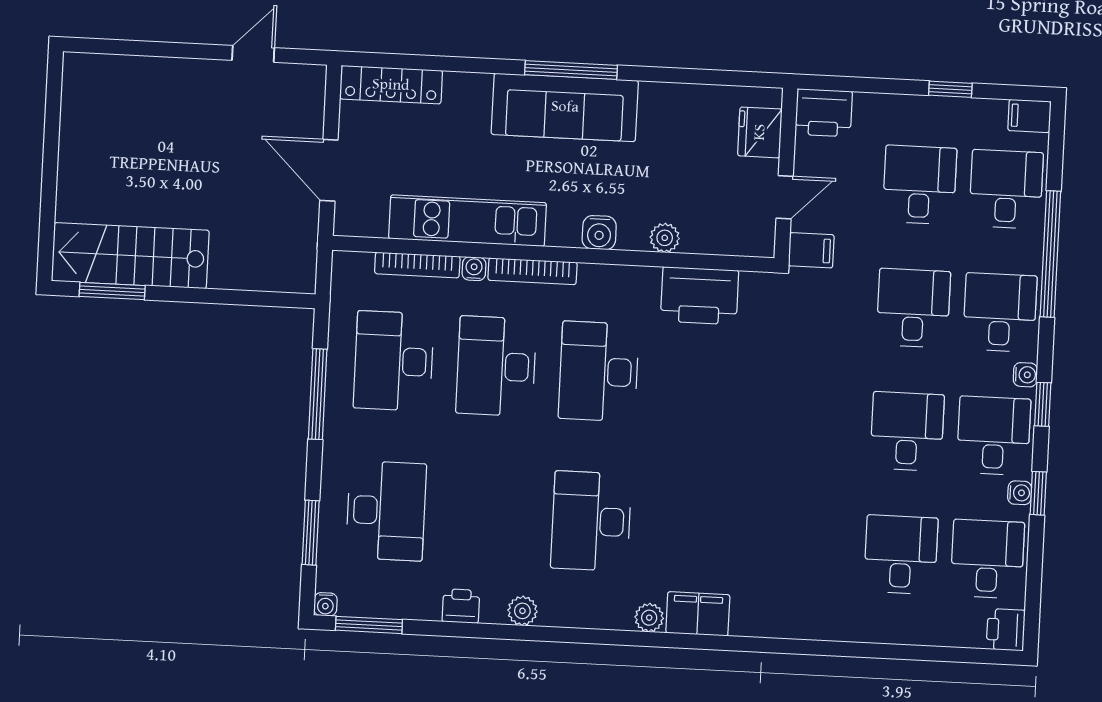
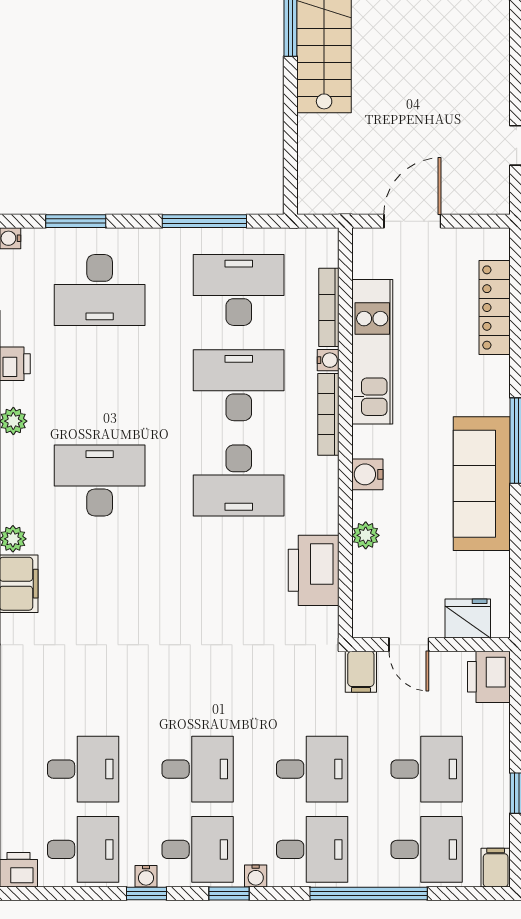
locker: (391, 85) -> (495, 307), moved
sofa: (565, 107) -> (482, 484), moved
desk: (599, 371) -> (239, 480), turned 180

